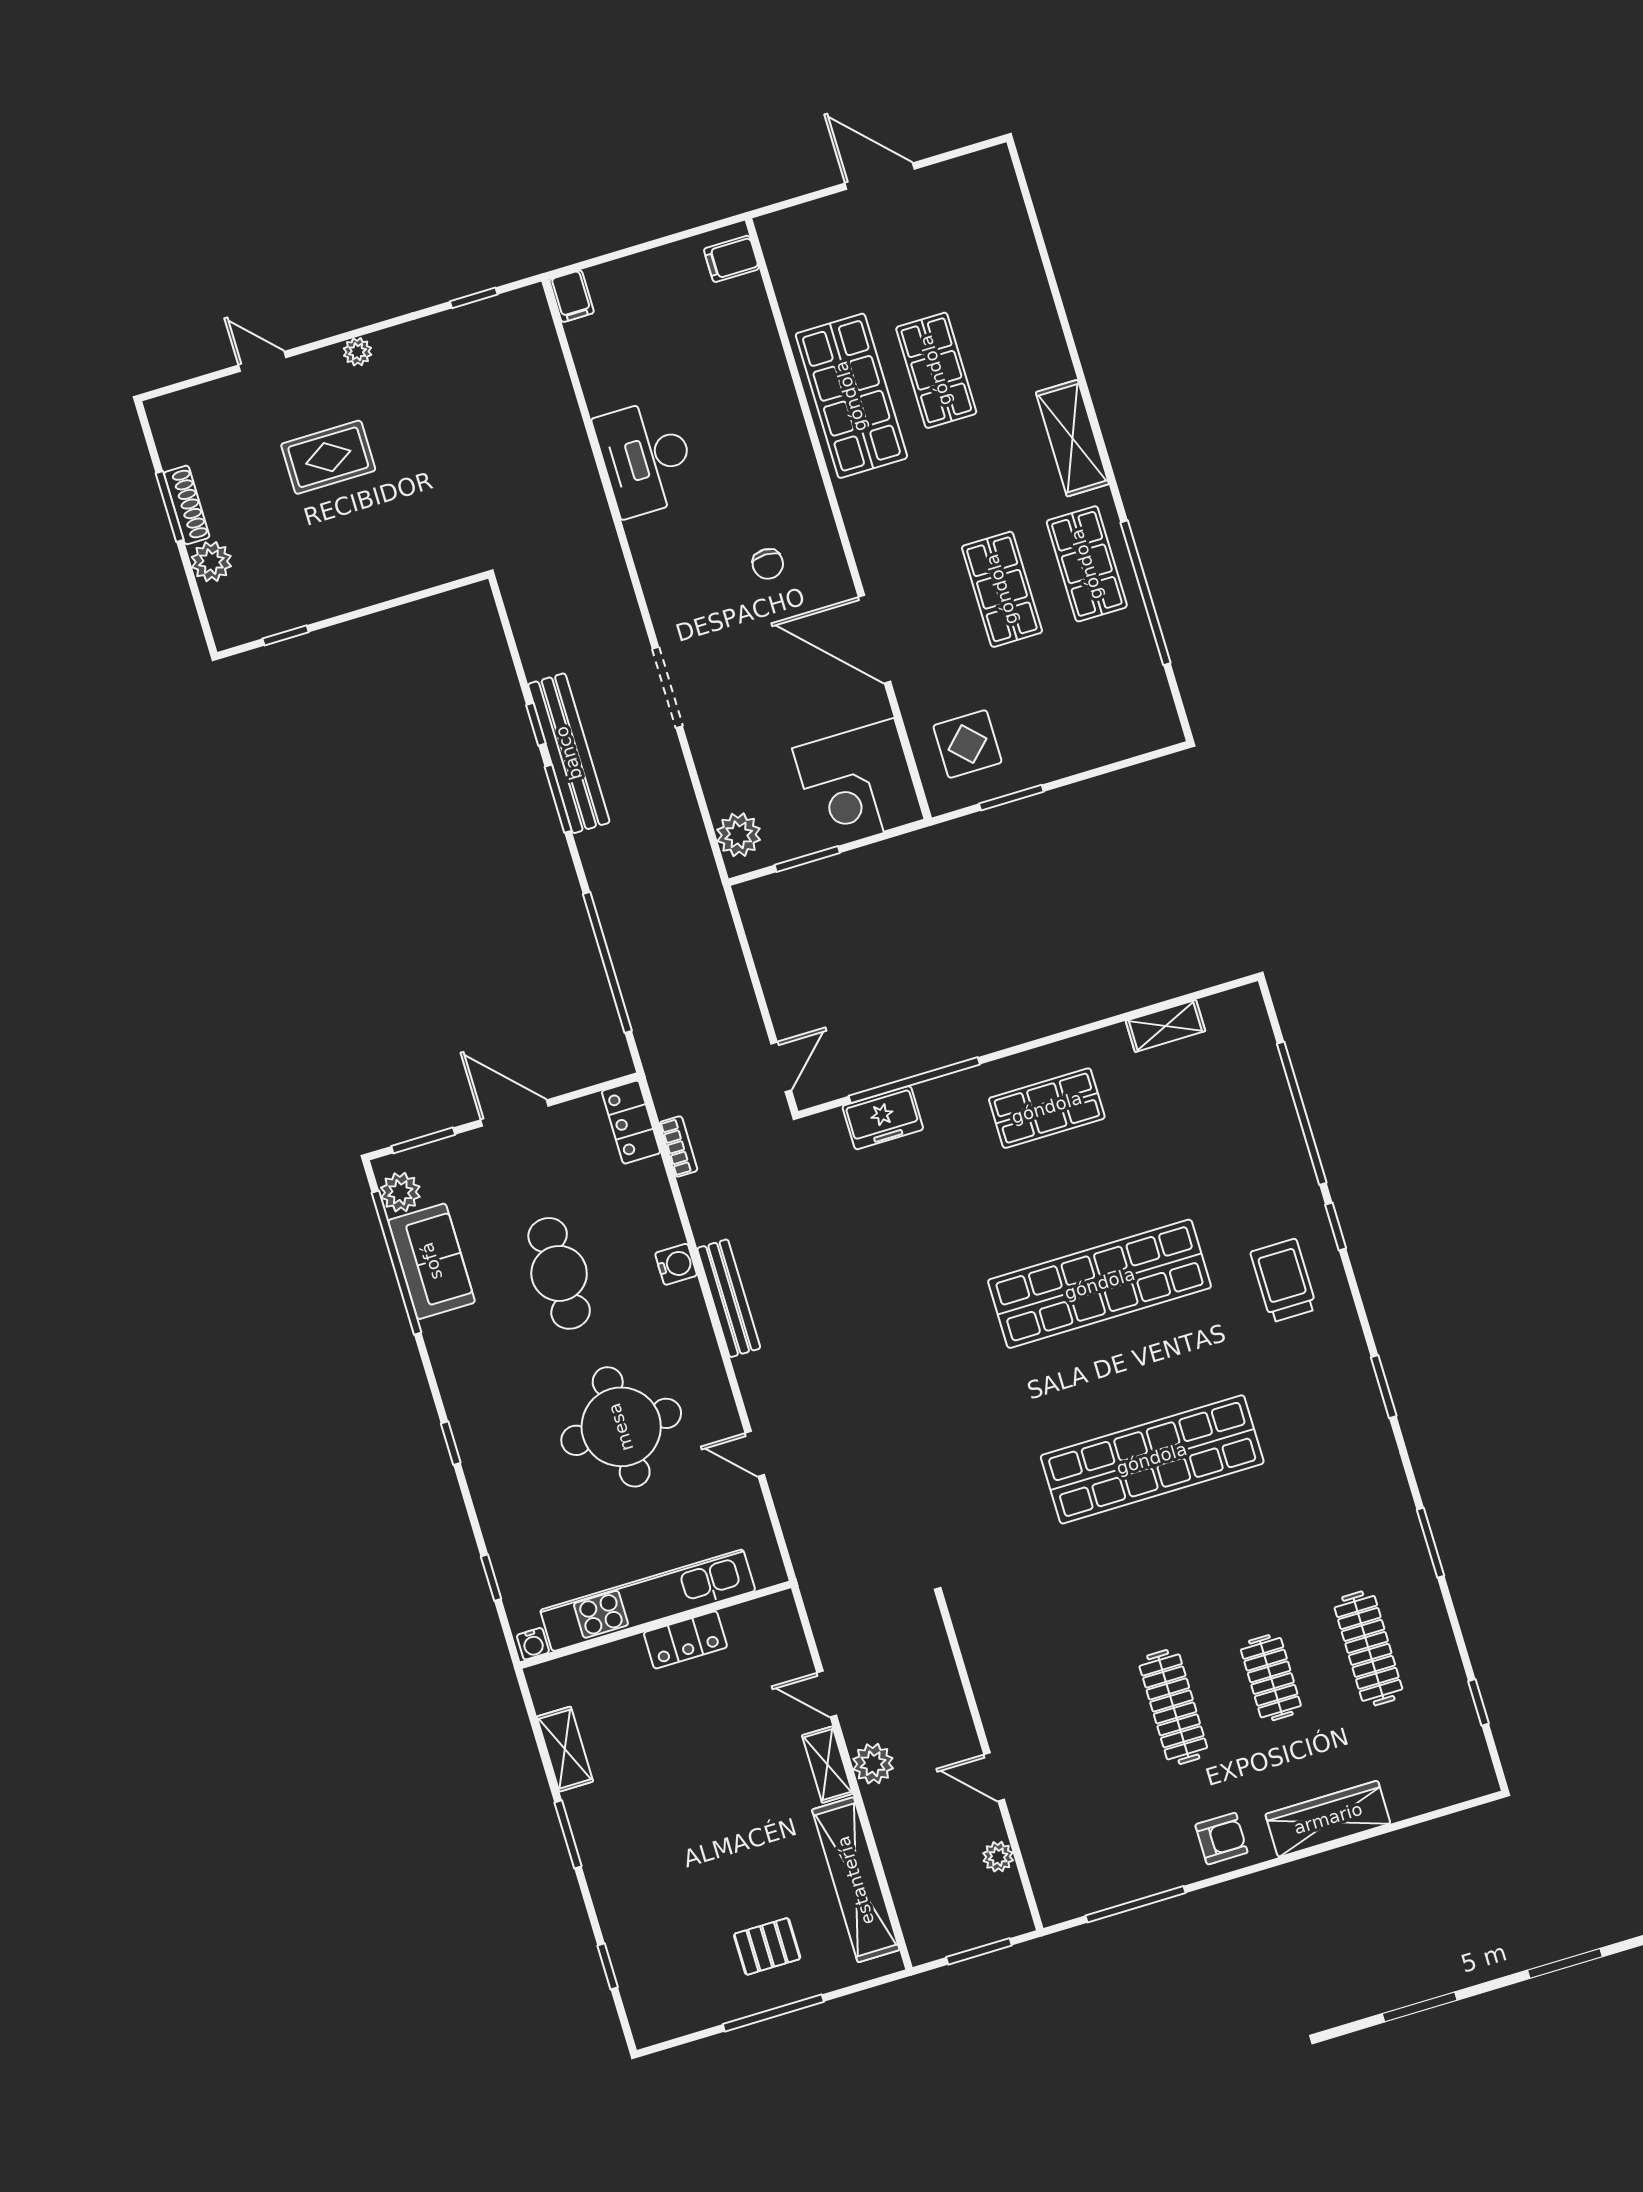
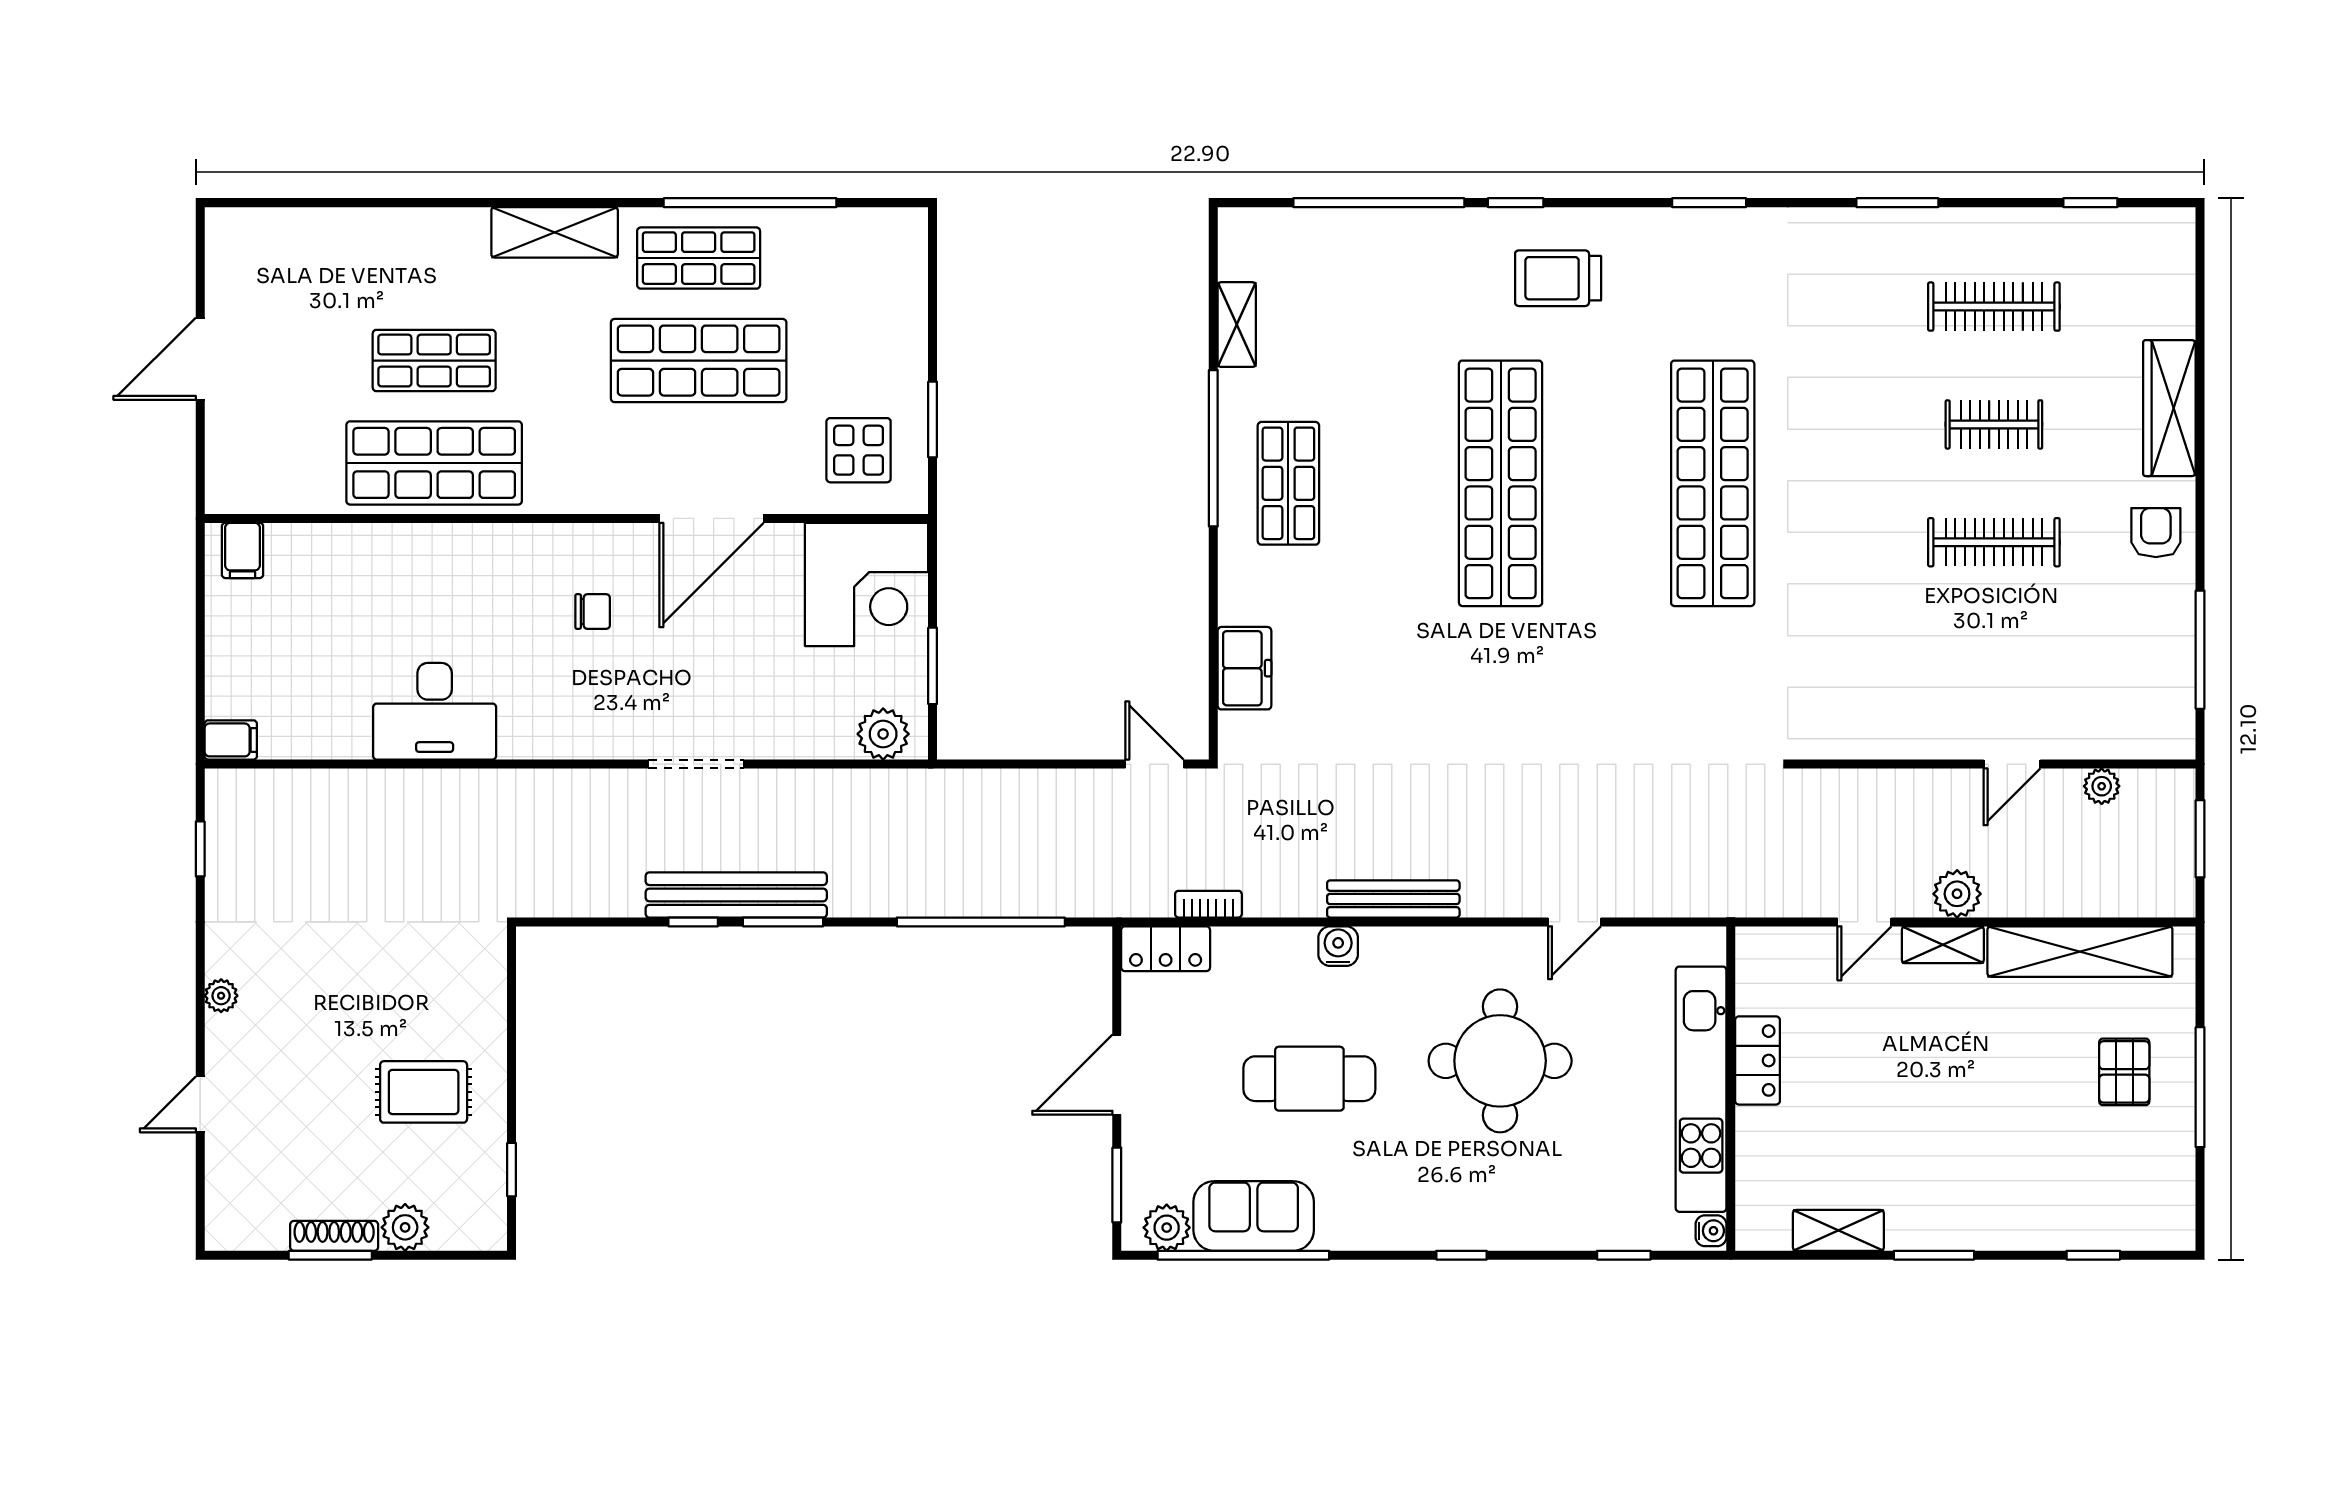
rug: (328, 457) -> (424, 1092), moved, turned 90
shop shelf: (1002, 589) -> (699, 361), width x1.43, depth x1.36
window: (914, 1080) -> (1213, 448), moved

